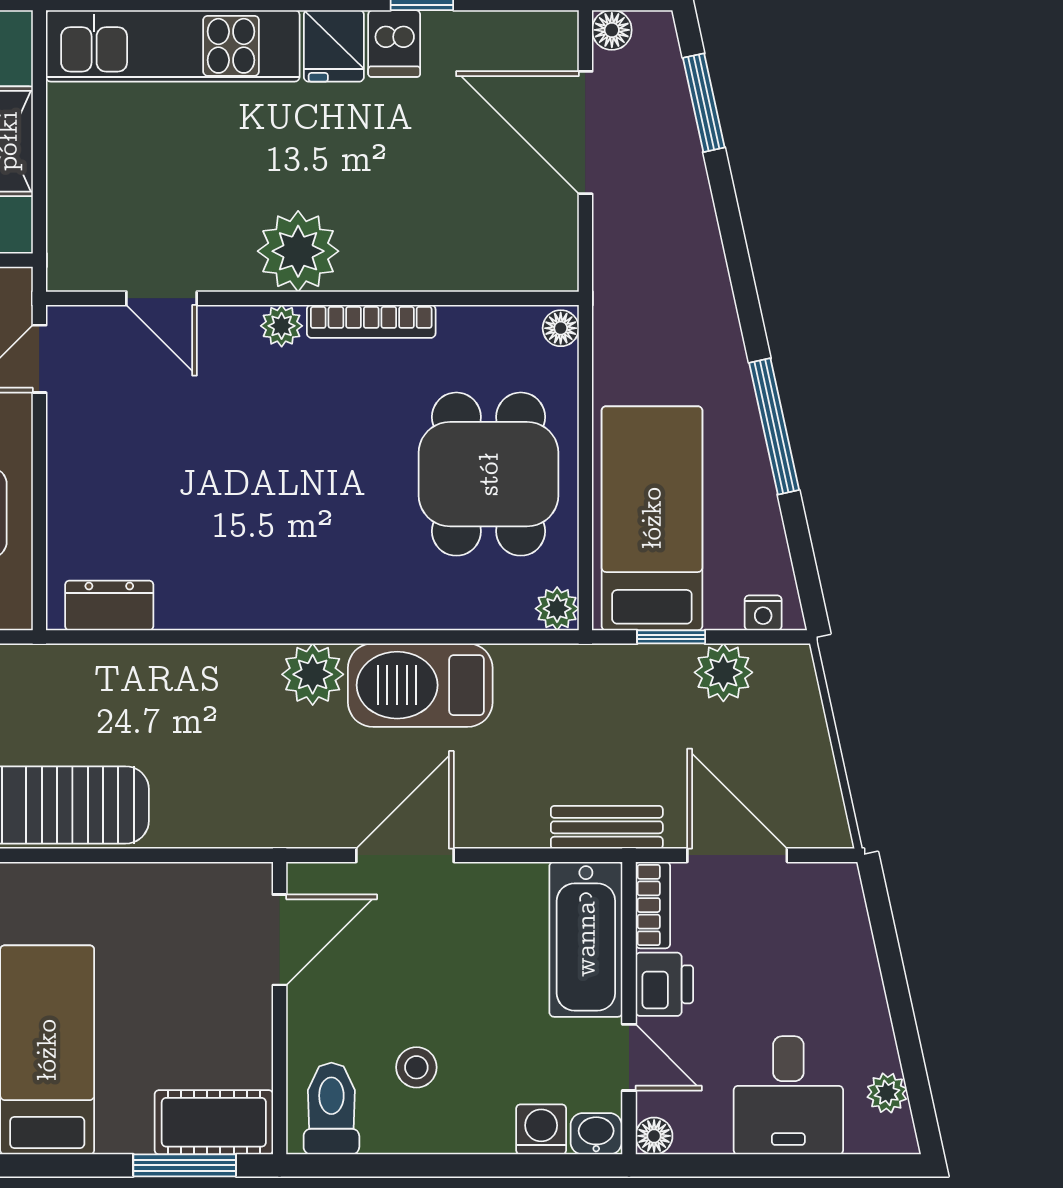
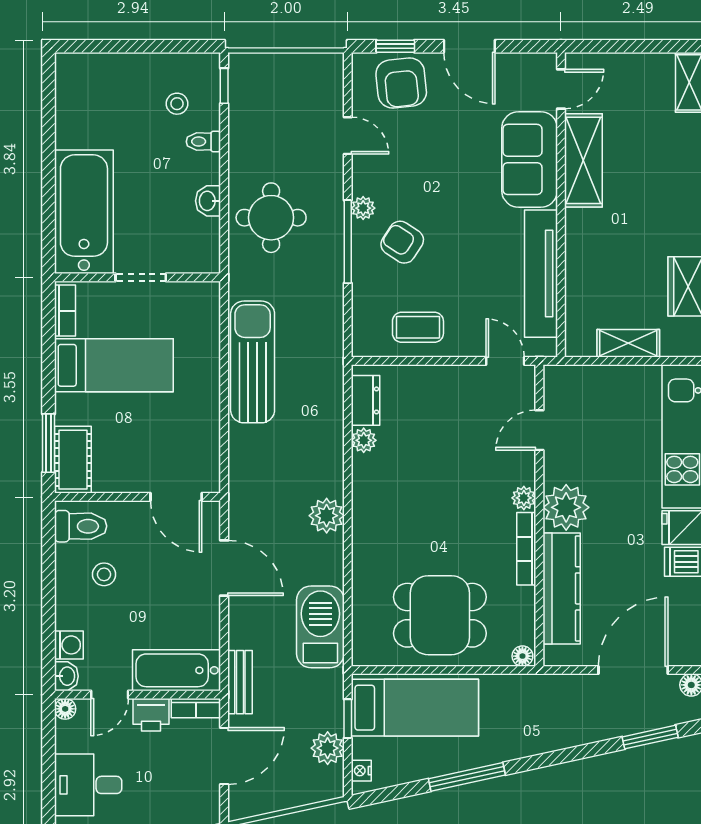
kitchen counter: (441, 259) -> (562, 588), added
plant: (557, 609) -> (364, 440), moved
barbecue: (420, 685) -> (320, 627), moved

